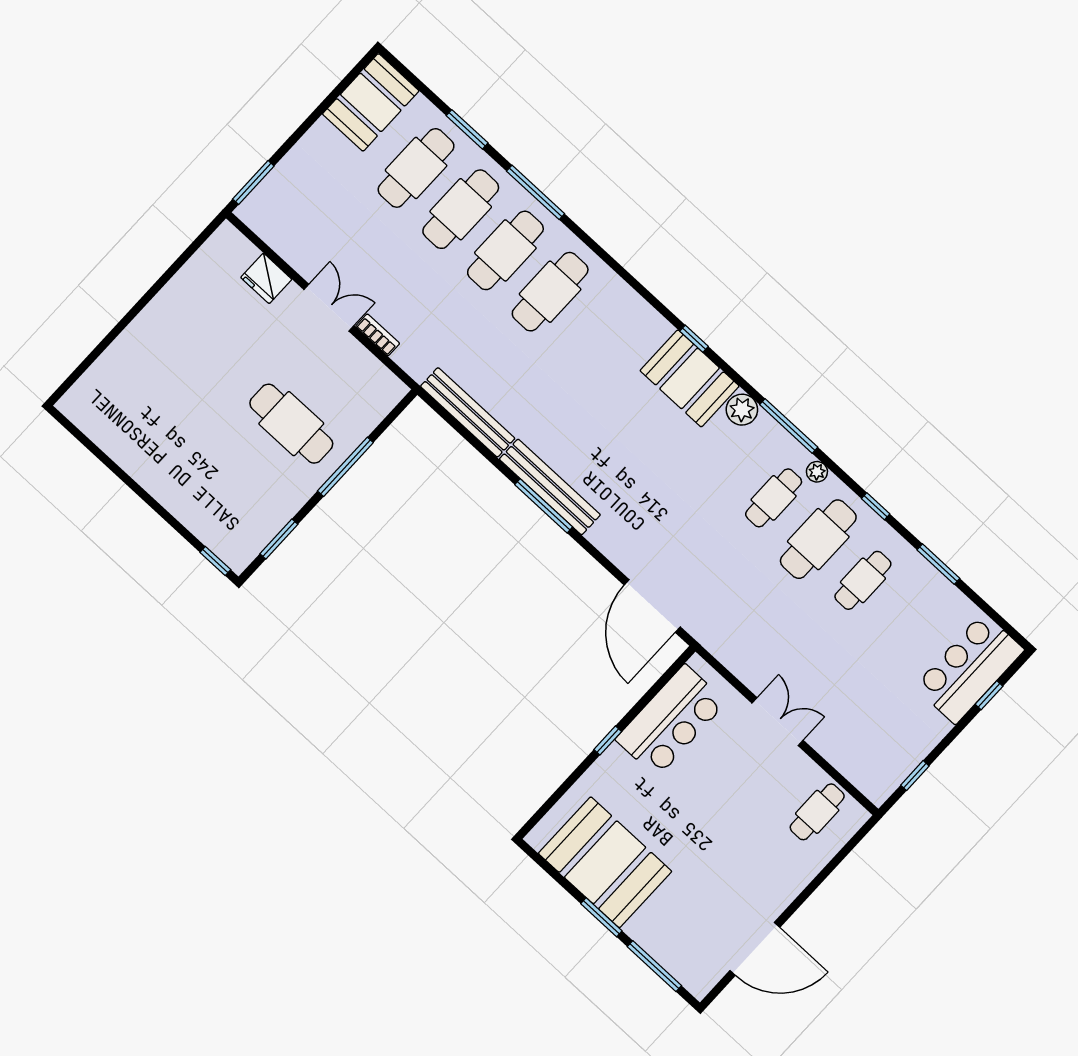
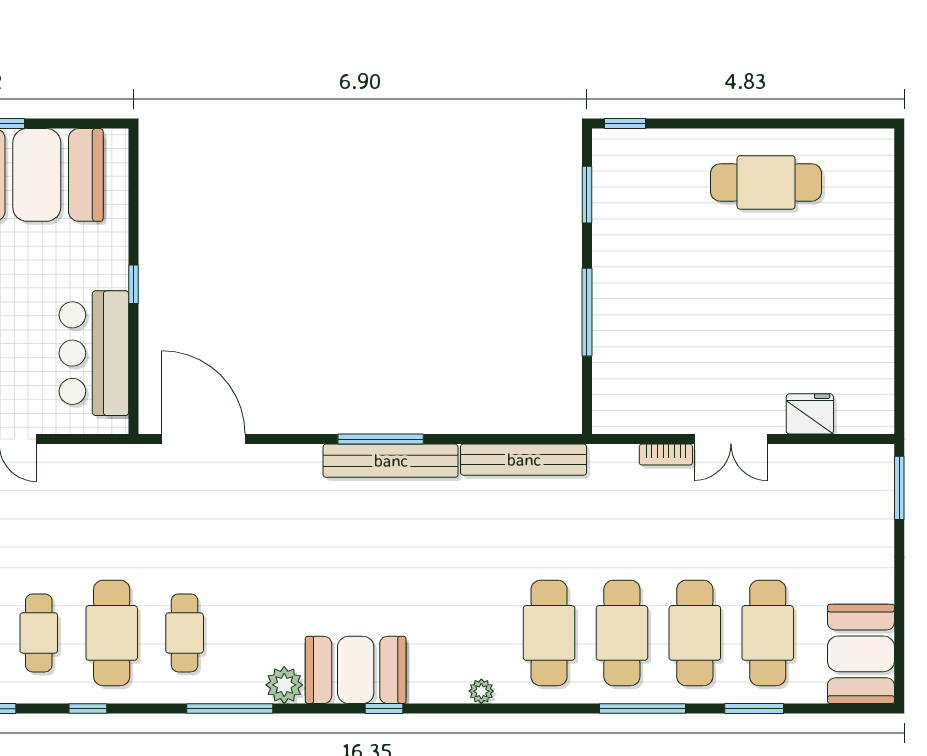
cafe table: (291, 424) -> (766, 182), moved
plant: (817, 472) -> (481, 691), moved

